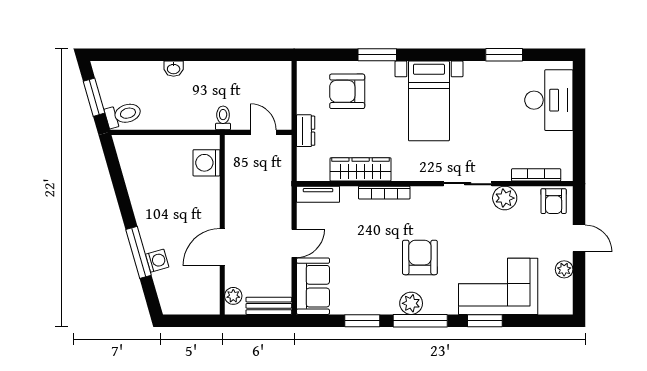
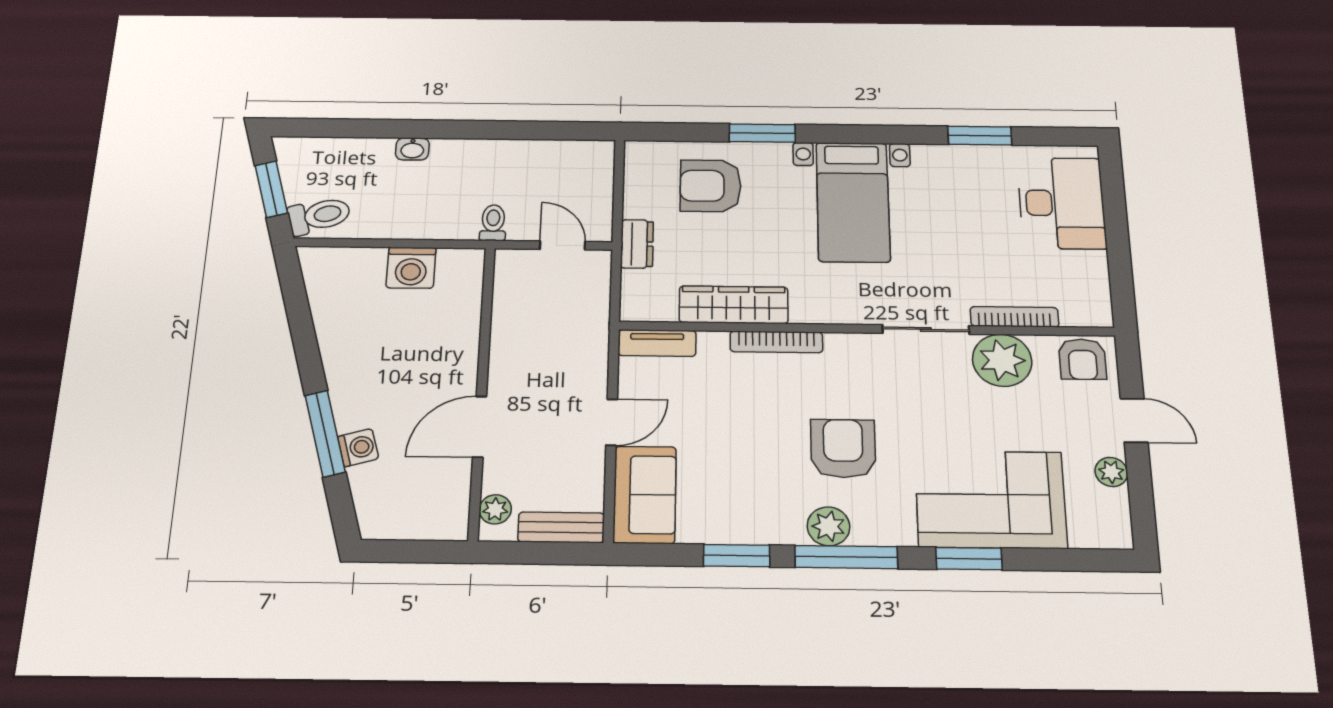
washing machine: (207, 163) -> (411, 268), moved, turned -90
bookcase: (536, 175) -> (1014, 317), moved
plant: (505, 198) -> (1002, 360), width x1.36, depth x1.36

